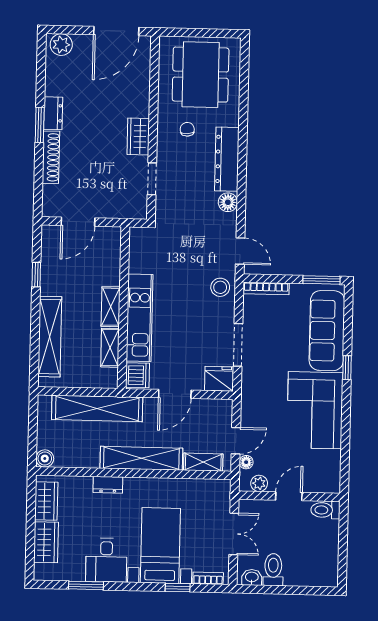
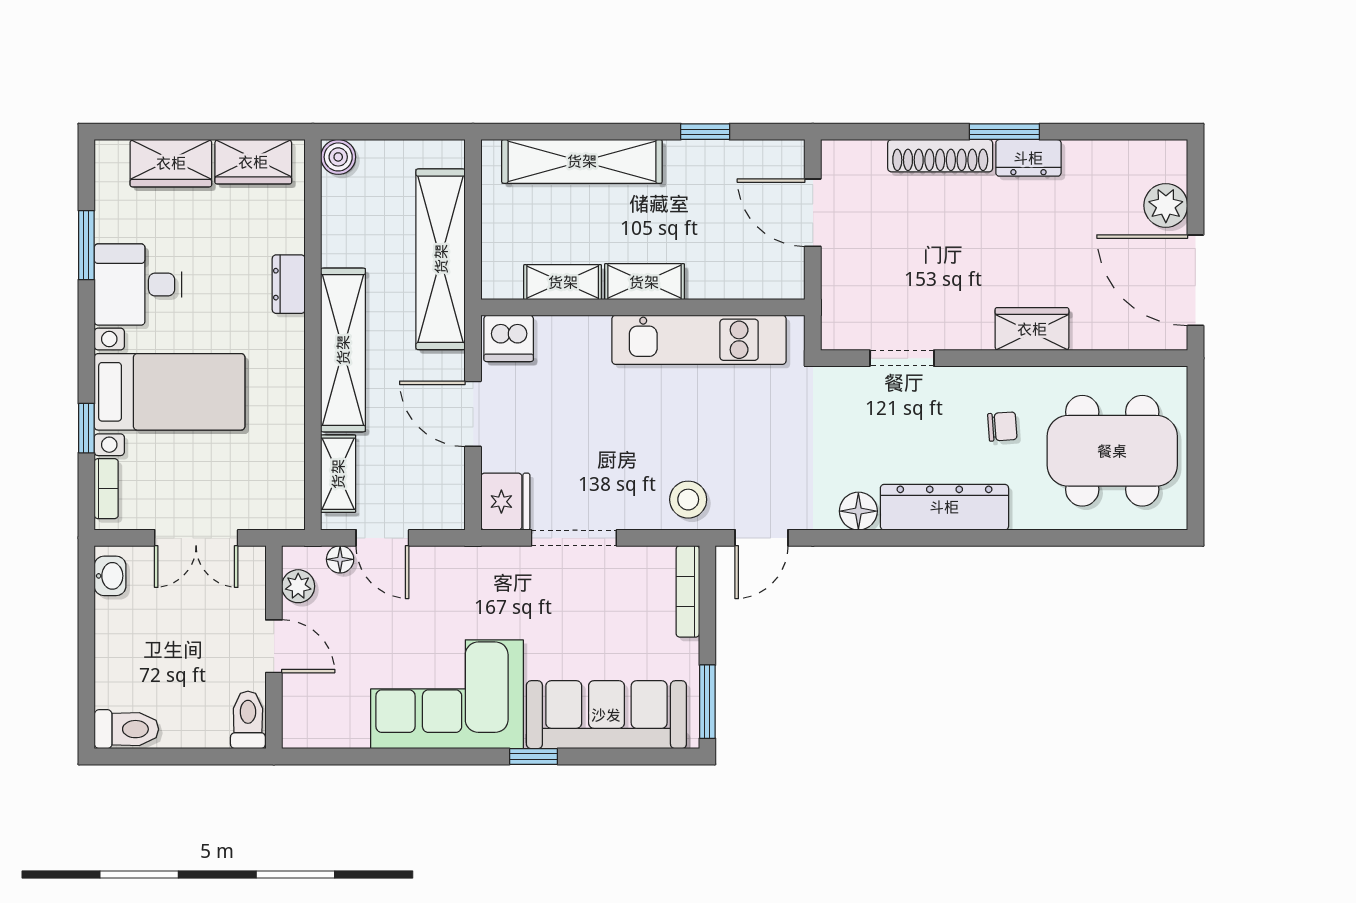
plant: (61, 45) -> (1166, 205), moved
wardrobe: (138, 137) -> (1032, 329), moved
kitchen unit: (139, 318) -> (699, 340), moved
toilet: (273, 570) -> (126, 729), moved

